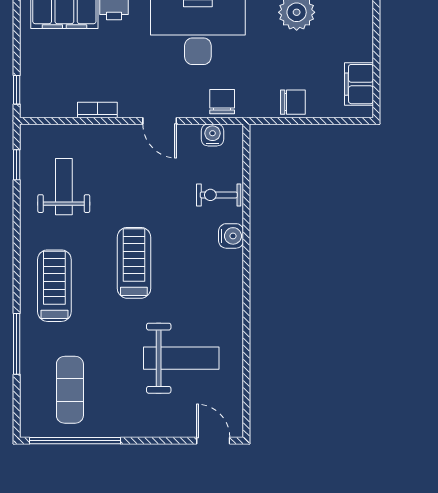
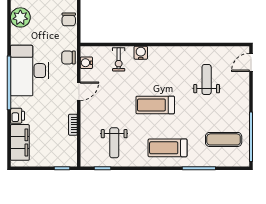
chair: (293, 102) -> (69, 19), turned 180
weight bench: (64, 187) -> (114, 143), turned -90
weight bench: (181, 358) -> (207, 80), width x0.73, depth x0.75

